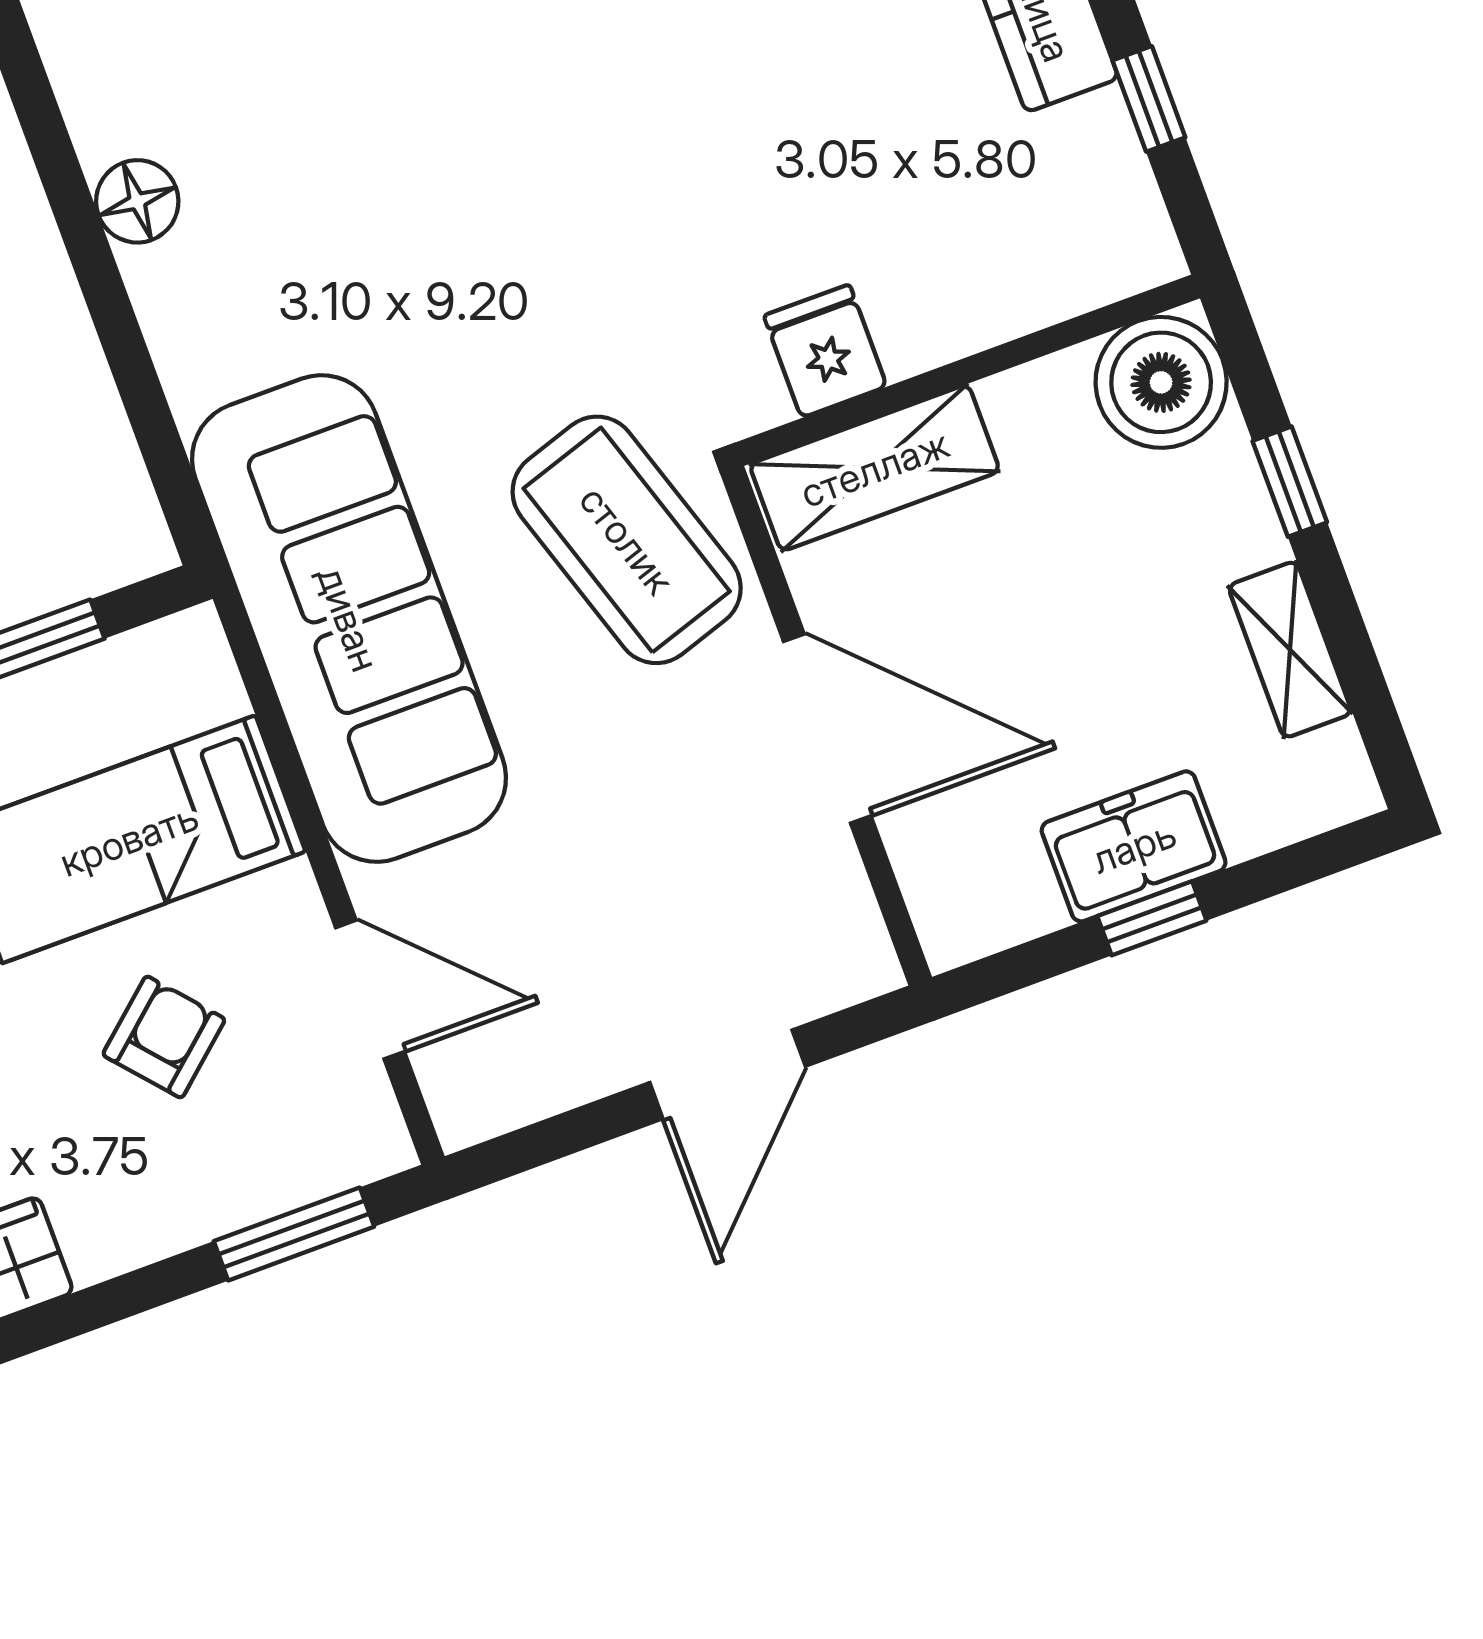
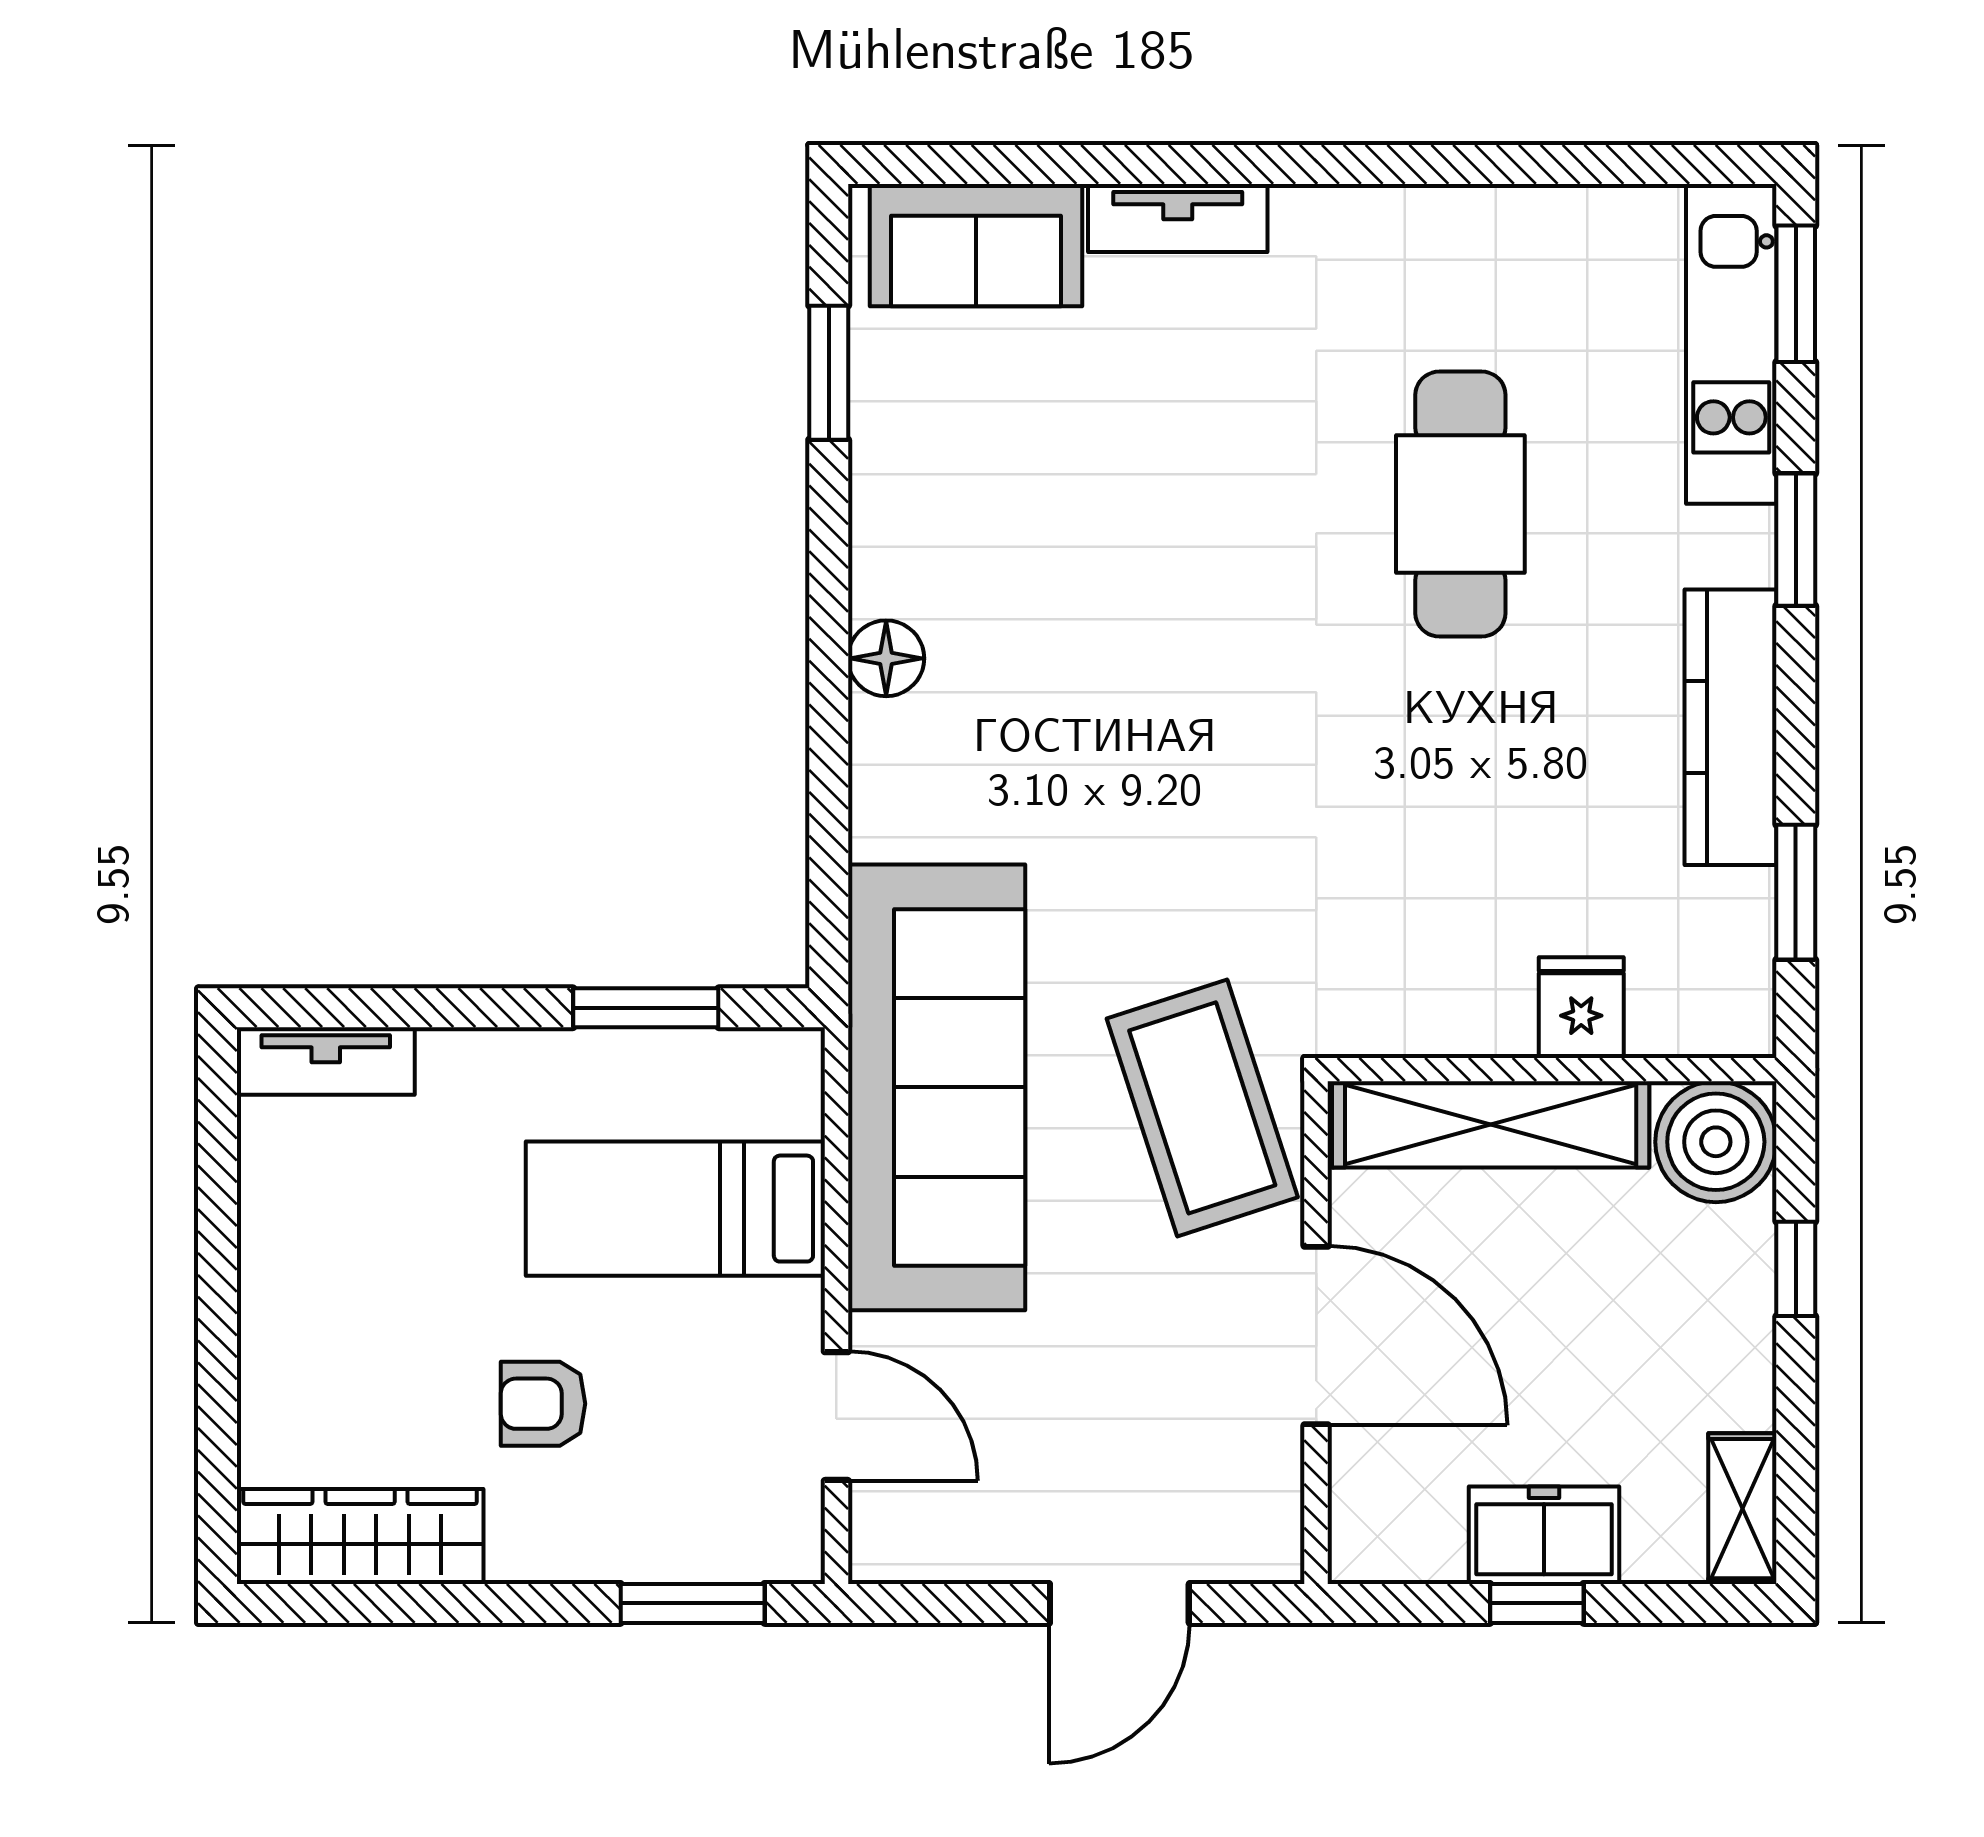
window: (1149, 99) -> (1796, 892), width x1.50
fridge: (825, 351) -> (1581, 1008), moved
shelving: (875, 468) -> (1491, 1124), width x1.47
shelving: (1290, 650) -> (1742, 1509), moved
armchair: (164, 1037) -> (543, 1404), moved, turned -139

